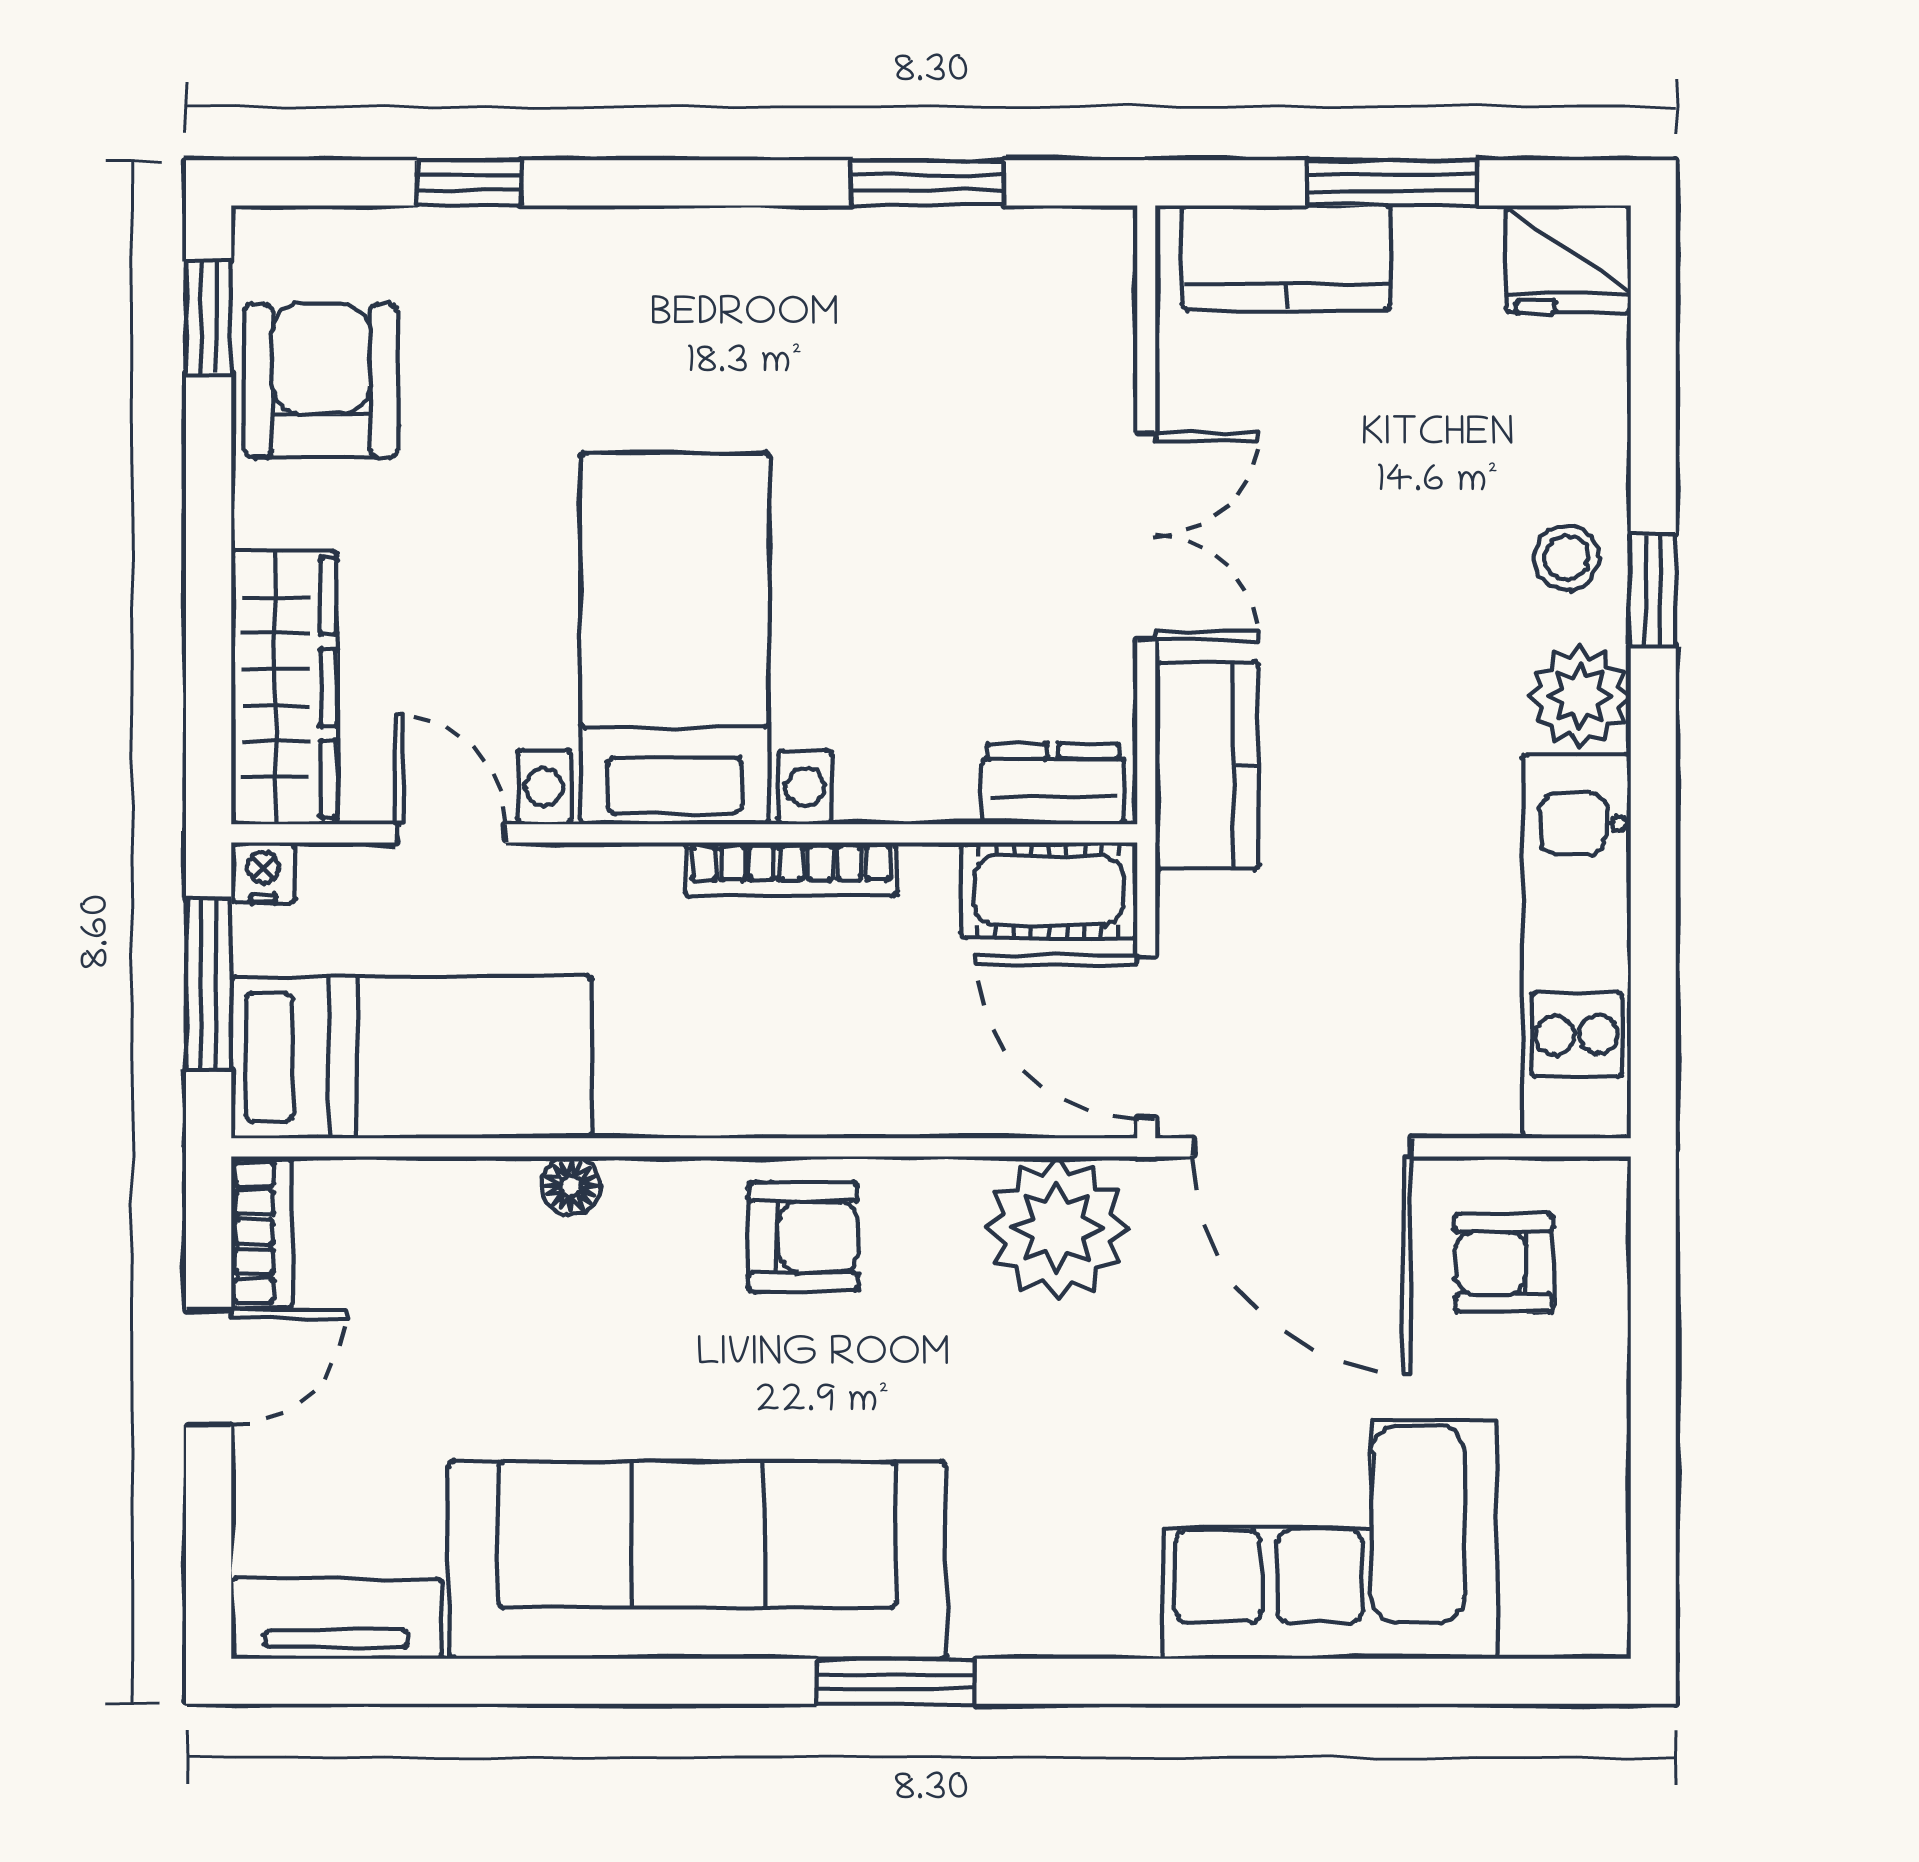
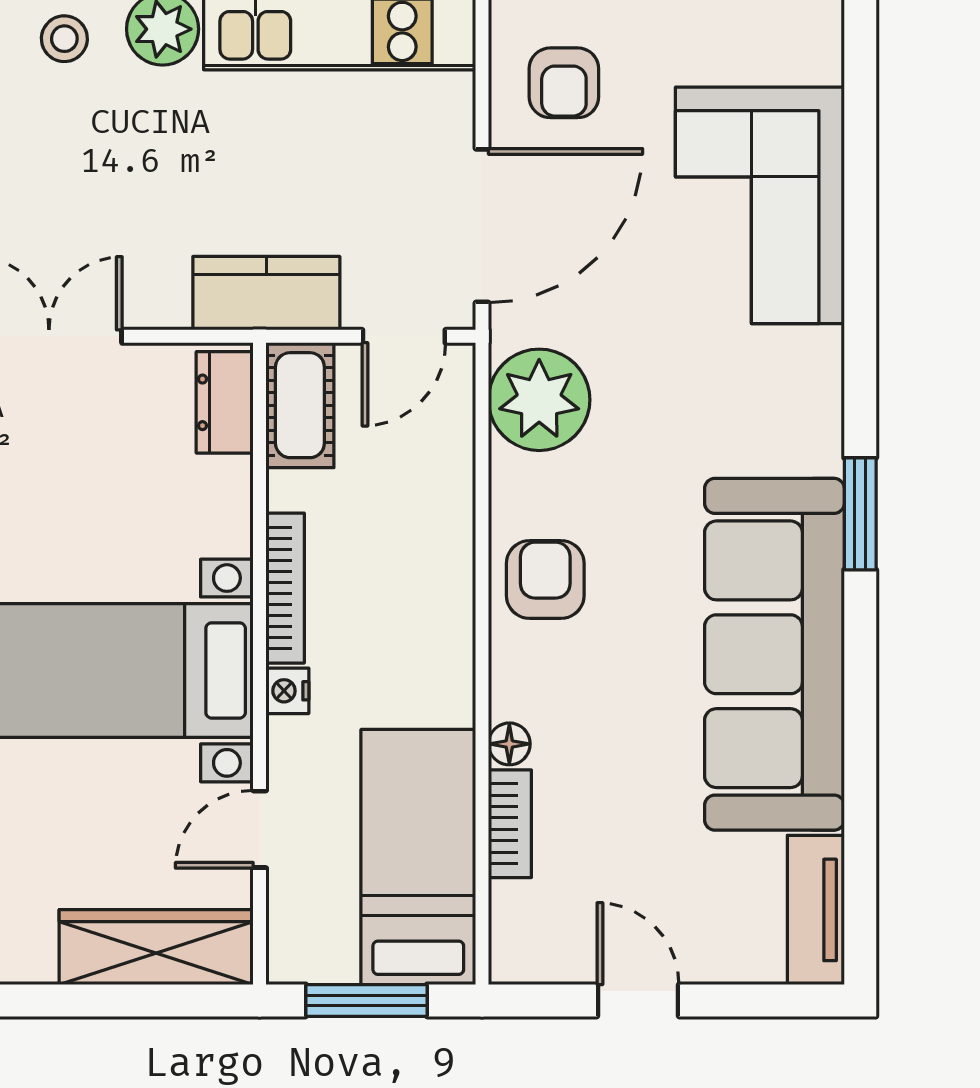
kitchen counter: (1207, 765) -> (266, 293), moved
nightstand: (263, 873) -> (287, 691), moved
door: (1146, 1037) -> (404, 336), width x0.73
bookcase: (261, 1232) -> (510, 824), moved, turned 90

